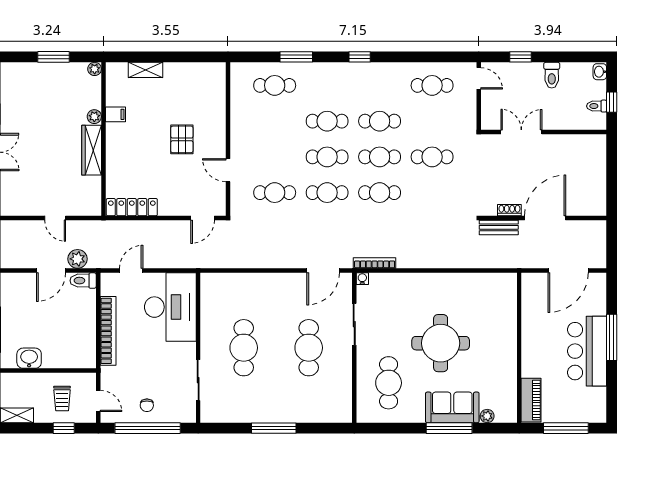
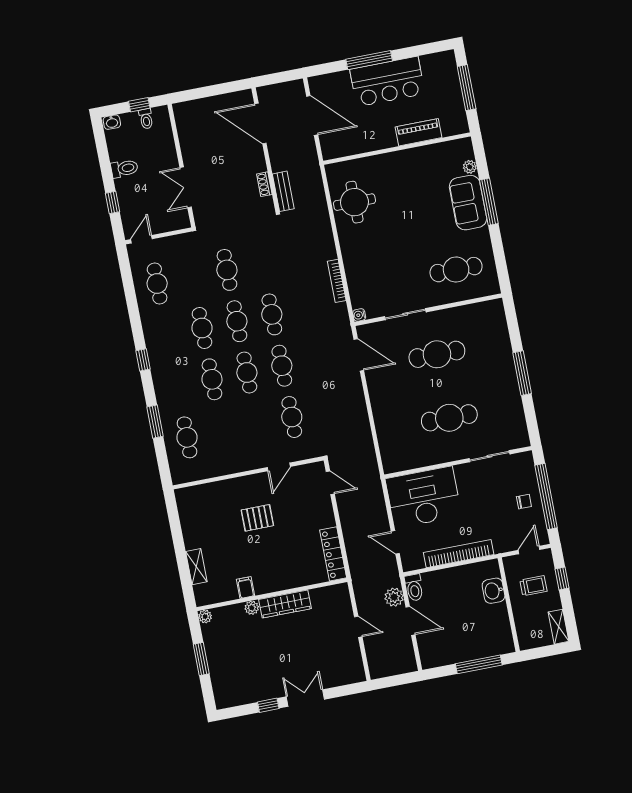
door: (55, 218) -> (358, 627), hinge flipped
door: (545, 218) -> (260, 123), moved
bookcase: (375, 263) -> (337, 281), moved
round table: (441, 343) -> (354, 202), moved, width x0.73, depth x0.73
washbasin: (29, 358) -> (494, 591), moved
piano: (531, 400) -> (418, 132), moved

